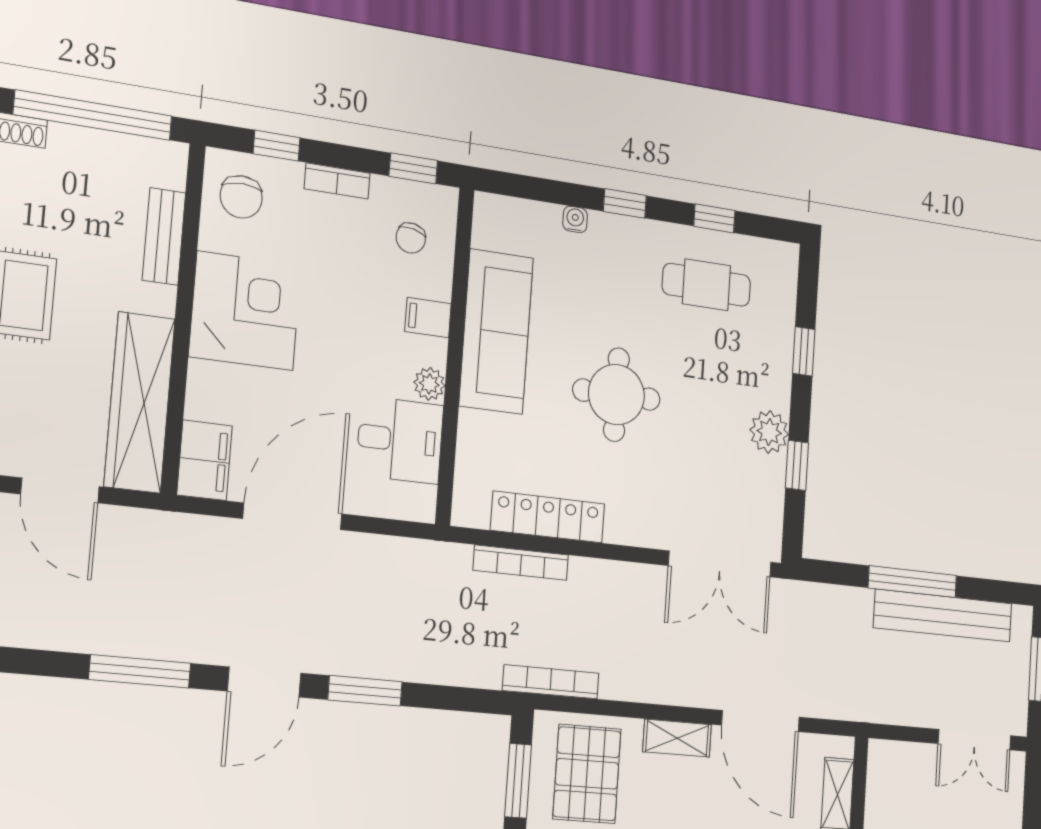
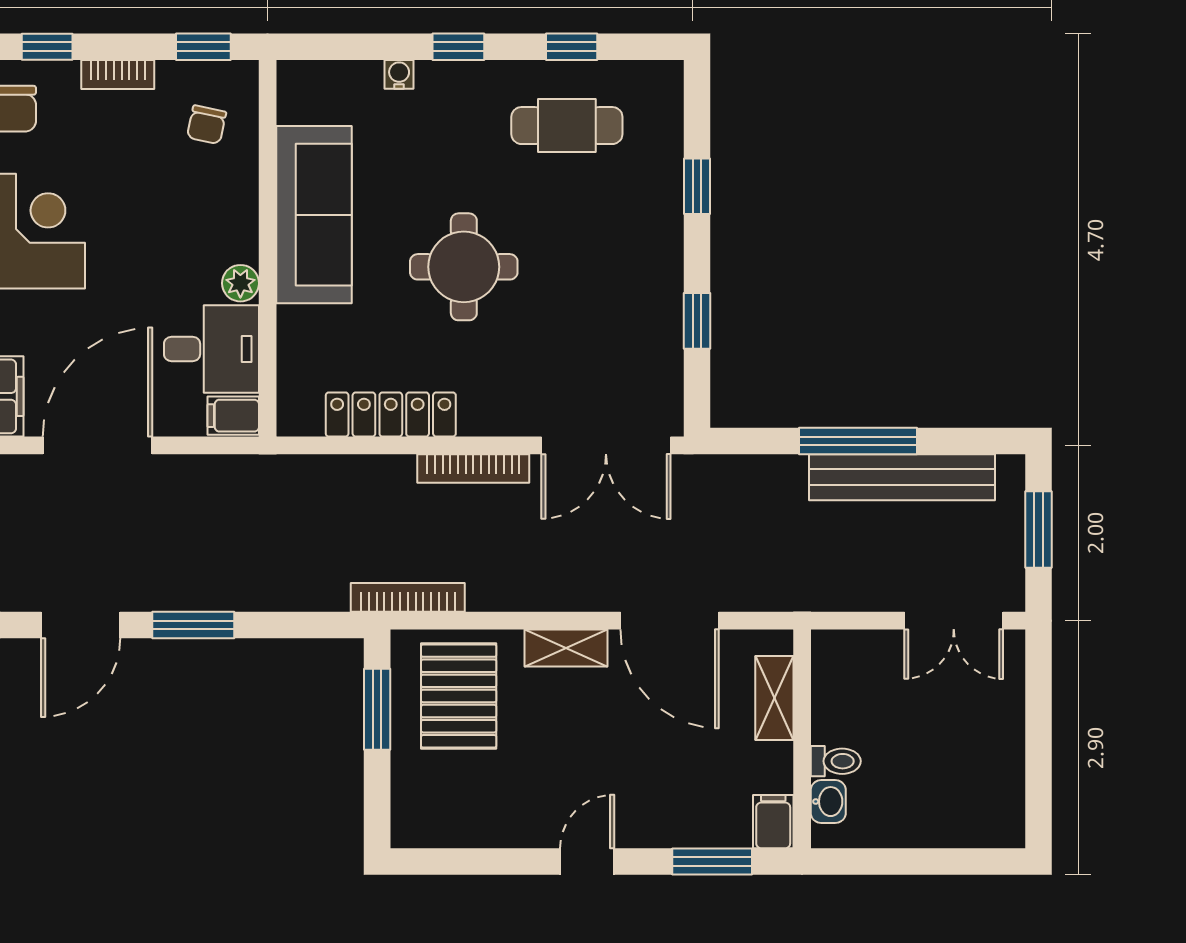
filing cabinet: (428, 318) -> (233, 416), moved
plant: (769, 432) -> (658, 286), removed
bookcase: (521, 563) -> (473, 469), moved

